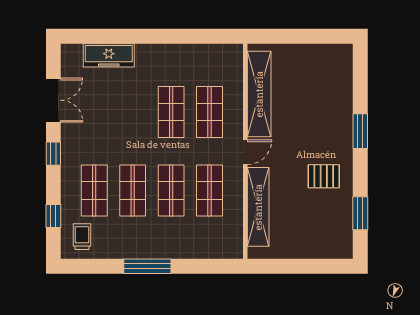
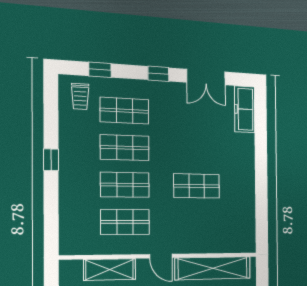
freezer: (109, 55) -> (245, 109), moved
shop shelf: (210, 112) -> (197, 222), removed
shelving: (258, 207) -> (110, 270), width x0.68
trolley: (82, 237) -> (80, 96), turned 90
window: (147, 266) -> (51, 160), width x0.46

